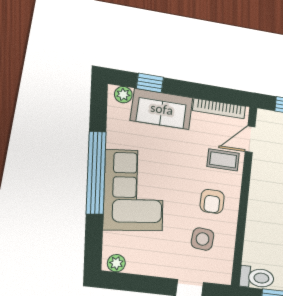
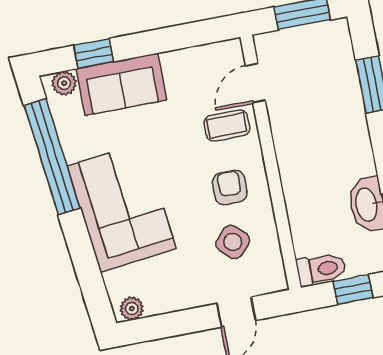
bookcase: (219, 108) -> (199, 55), removed
window: (96, 172) -> (52, 157), moved
armchair: (212, 201) -> (230, 187), turned 180
side table: (203, 239) -> (233, 242), turned 37

